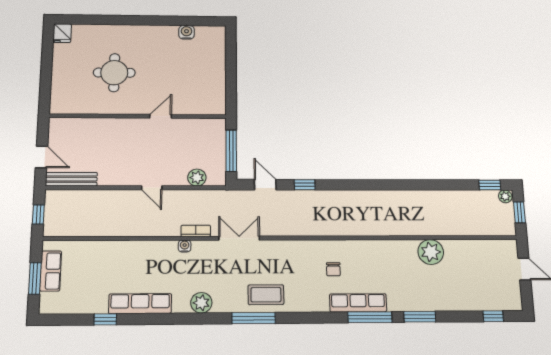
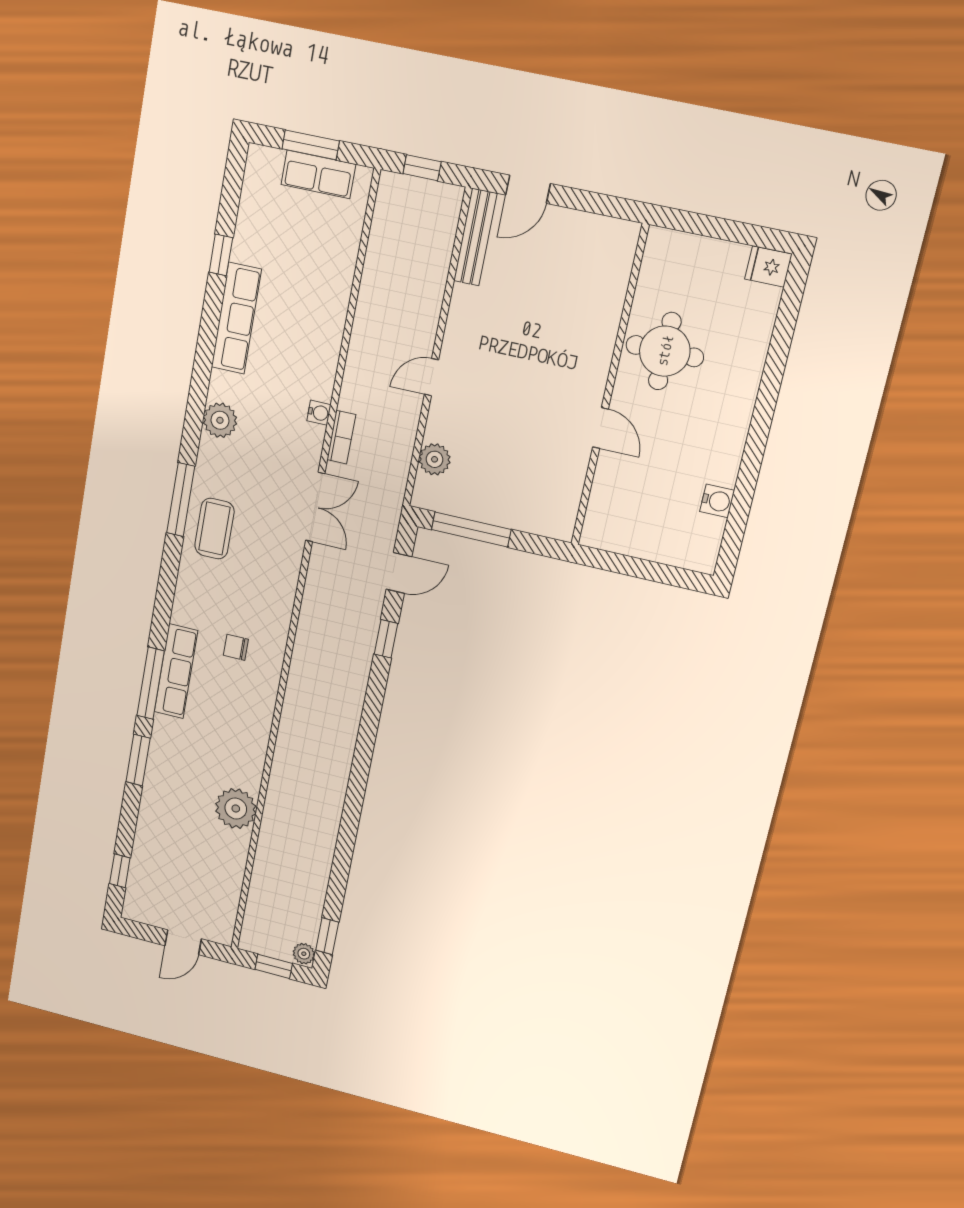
wall: (138, 116) -> (610, 387), moved
door: (161, 116) -> (600, 428), moved

